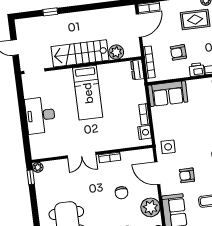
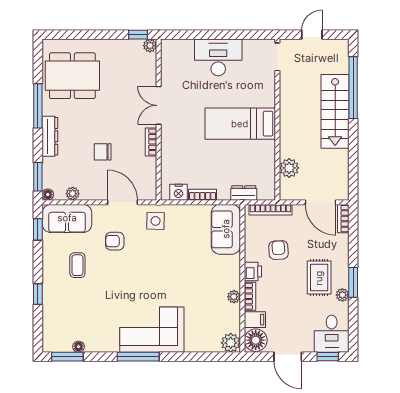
window: (50, 12) -> (353, 88), width x3.17
stairs: (80, 53) -> (335, 111), moved, turned 180
dresser: (137, 70) -> (244, 193), moved
door: (157, 173) -> (122, 202), hinge flipped
armchair: (187, 175) -> (115, 241), turned -90
plant: (150, 207) -> (73, 194), width x0.53, depth x0.53

